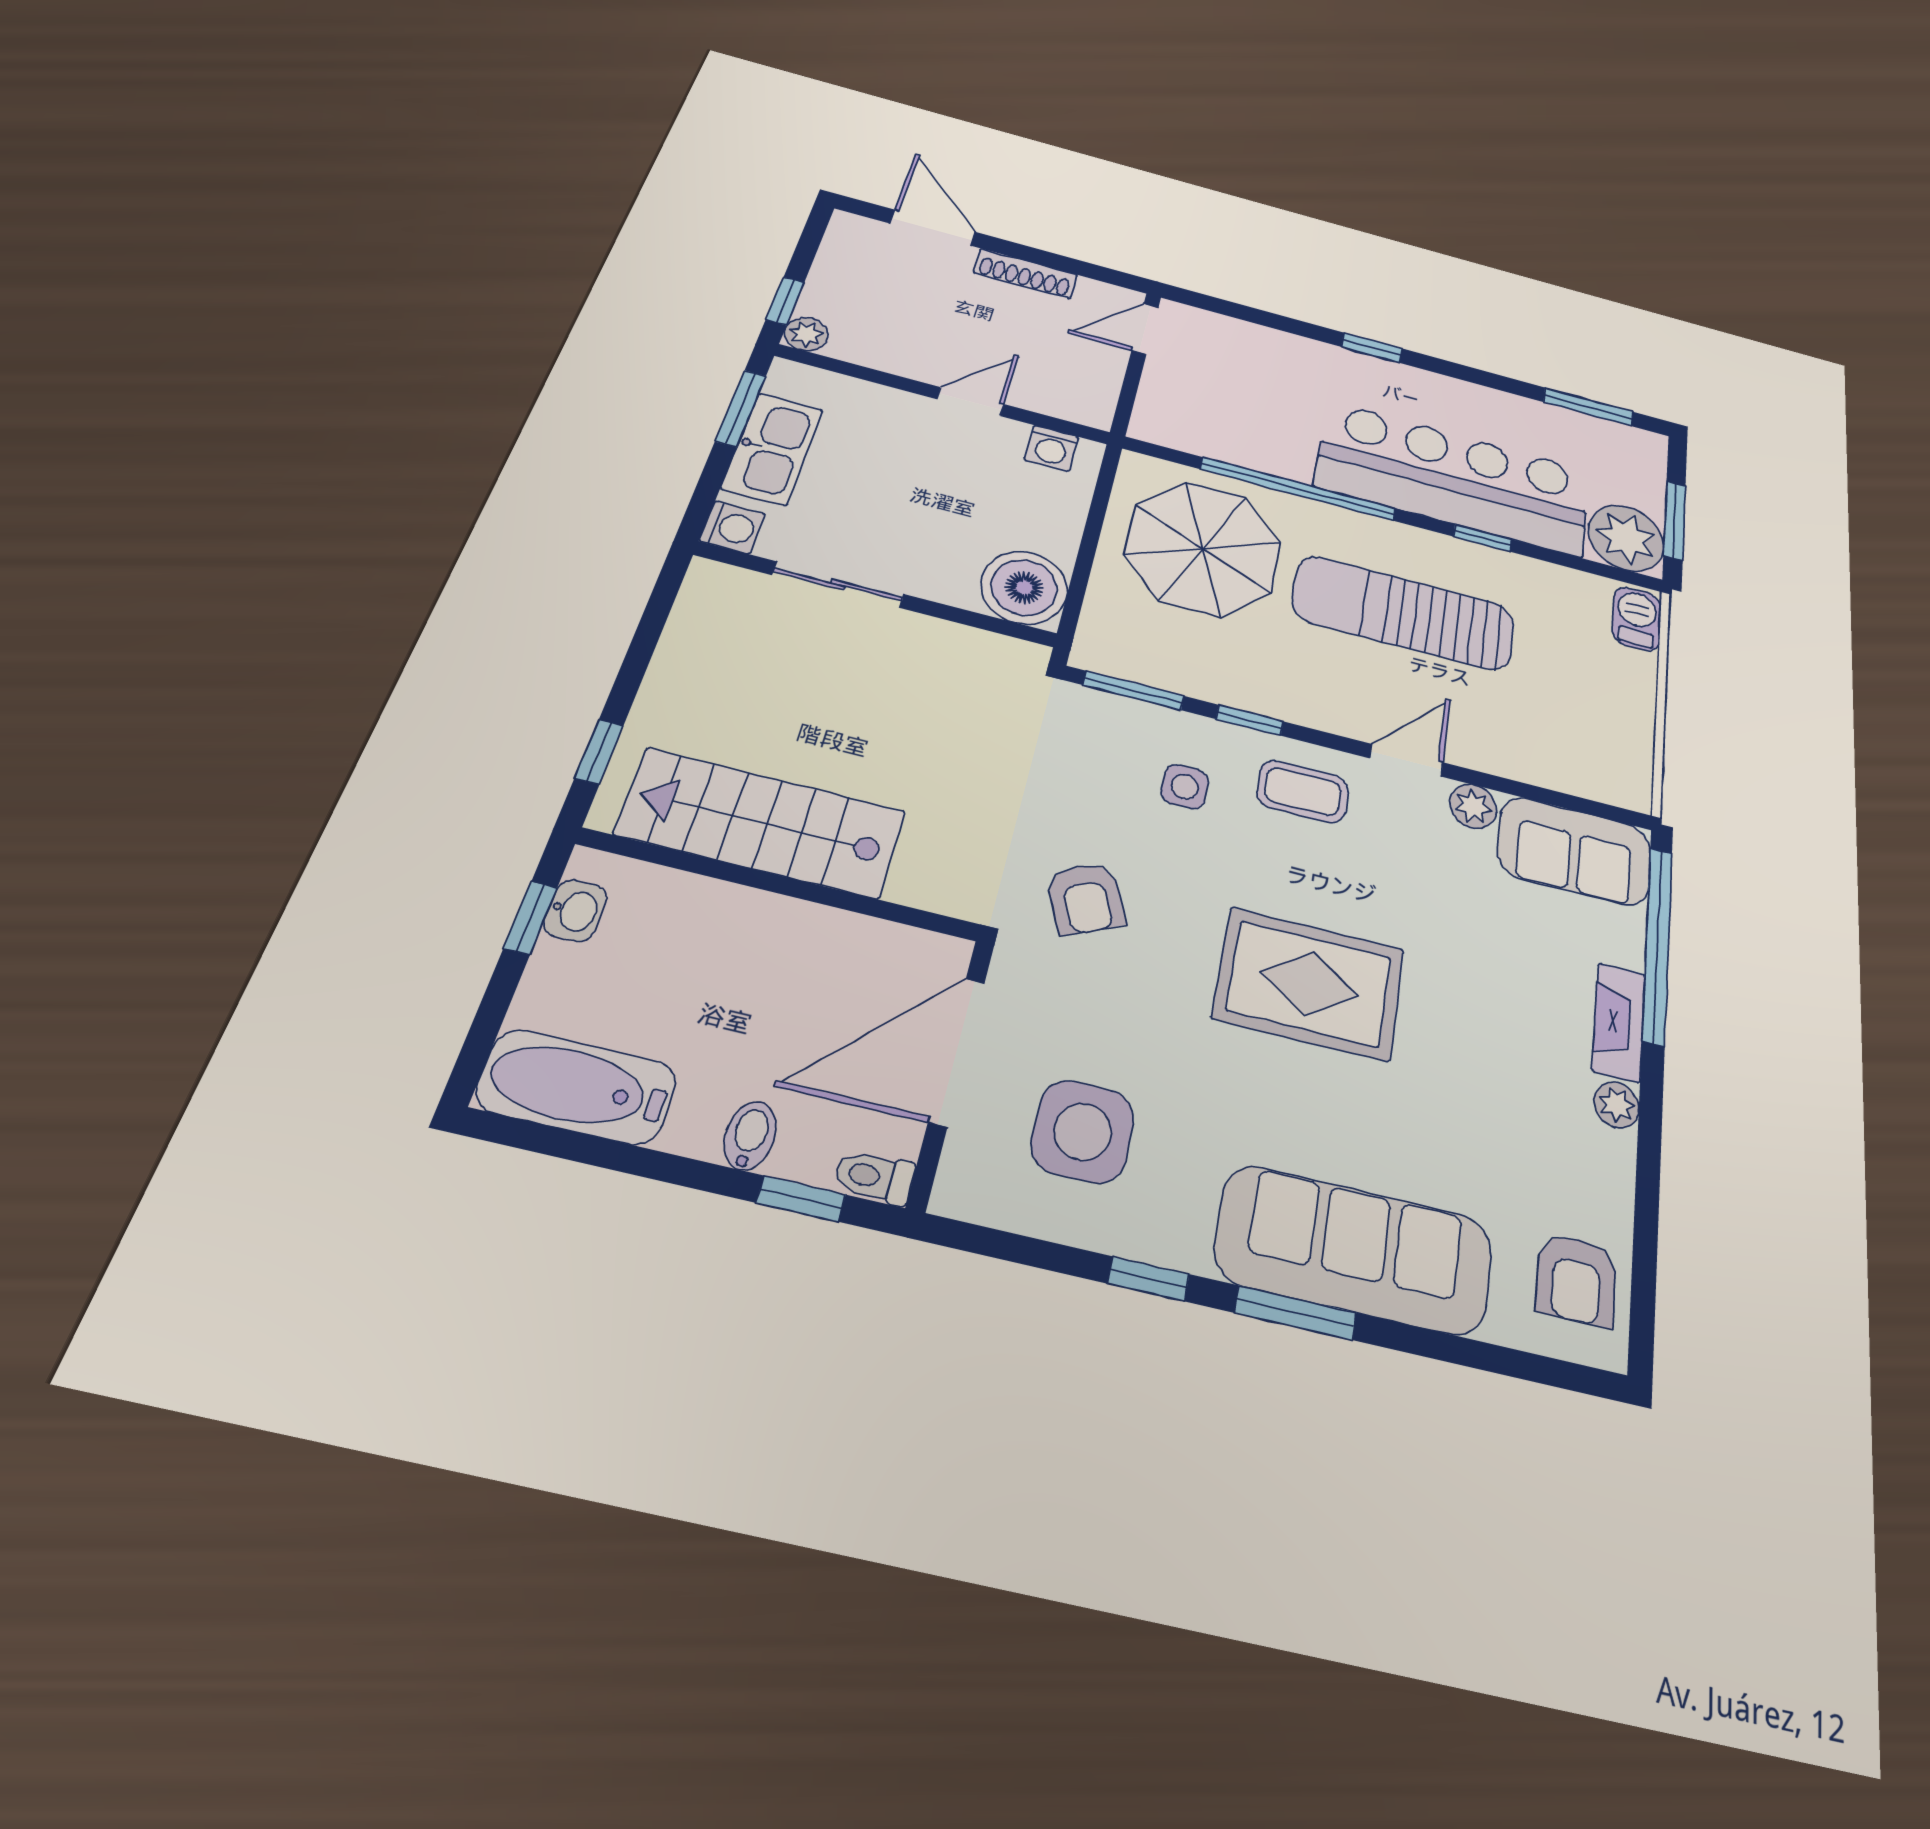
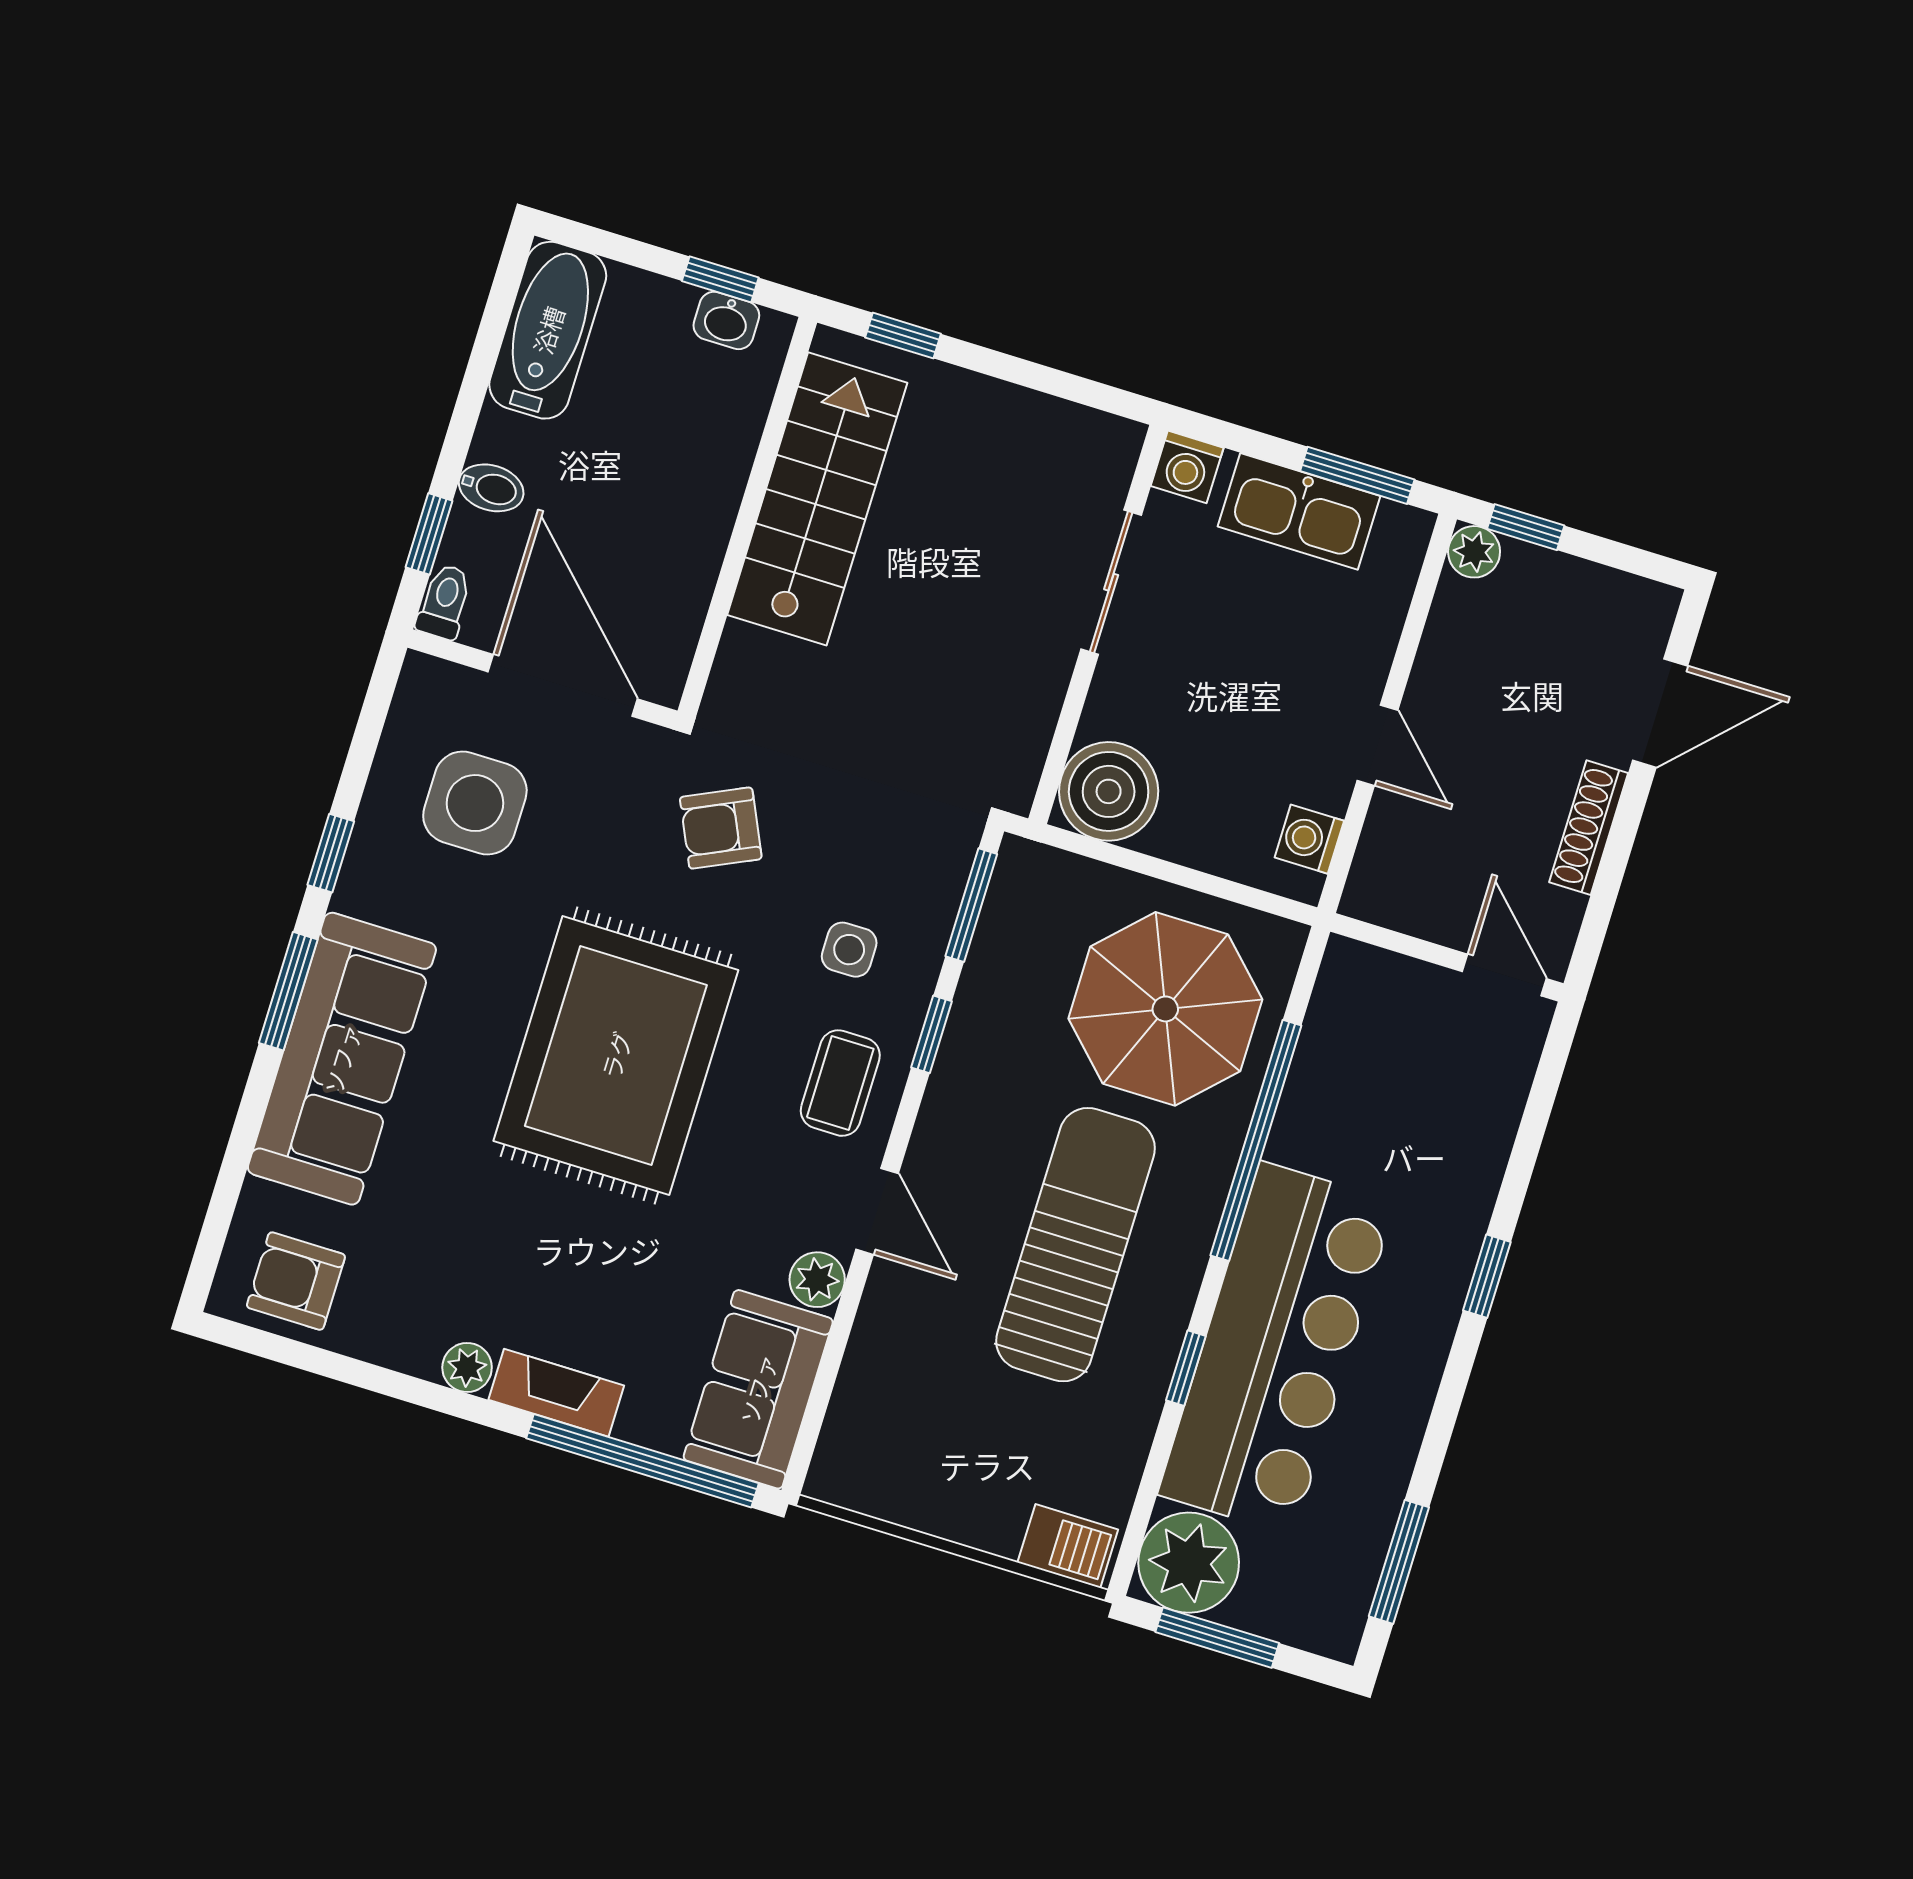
rug: (1309, 984) -> (616, 1055), width x1.37, depth x1.44

